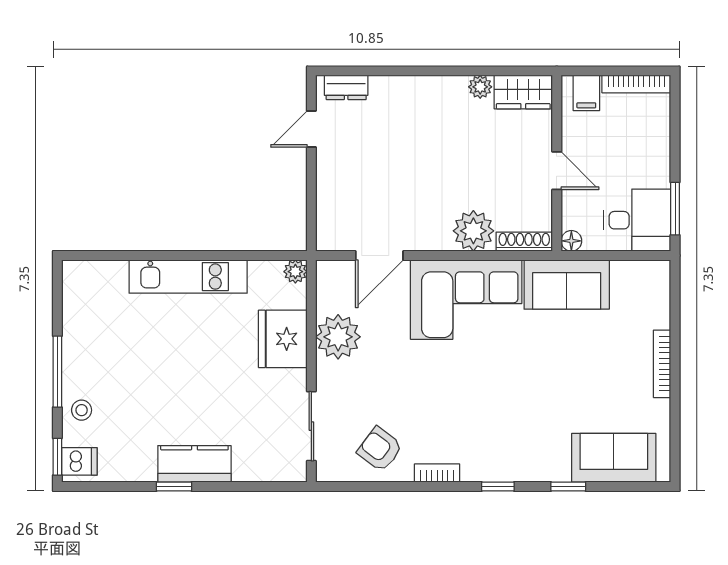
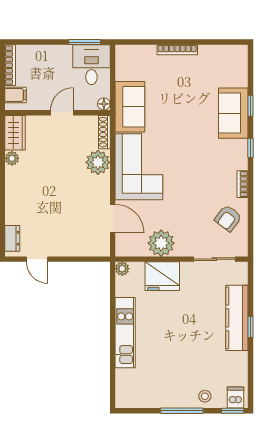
sofa: (614, 458) -> (233, 113), moved
kitchen counter: (194, 464) -> (237, 318), width x1.50
window: (174, 486) -> (250, 327), moved

